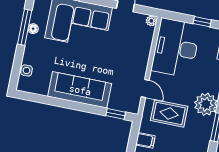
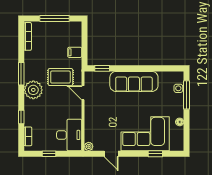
window: (25, 27) -> (187, 95), moved
desk: (176, 48) -> (69, 135), width x0.73, depth x0.77

